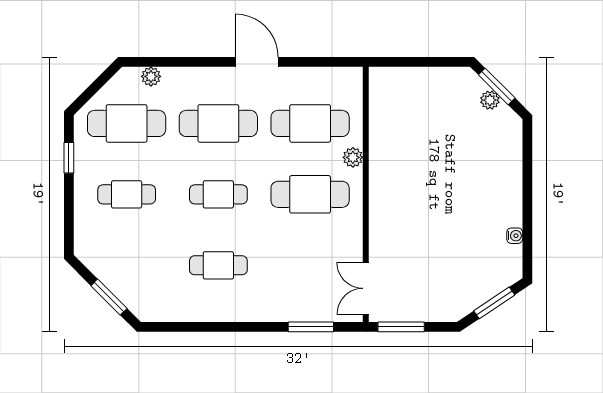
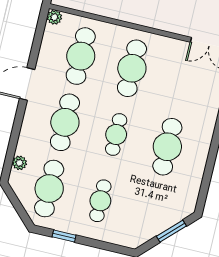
plant: (353, 157) -> (54, 17), moved
cafe table: (218, 265) -> (167, 147), width x1.37, depth x1.35

